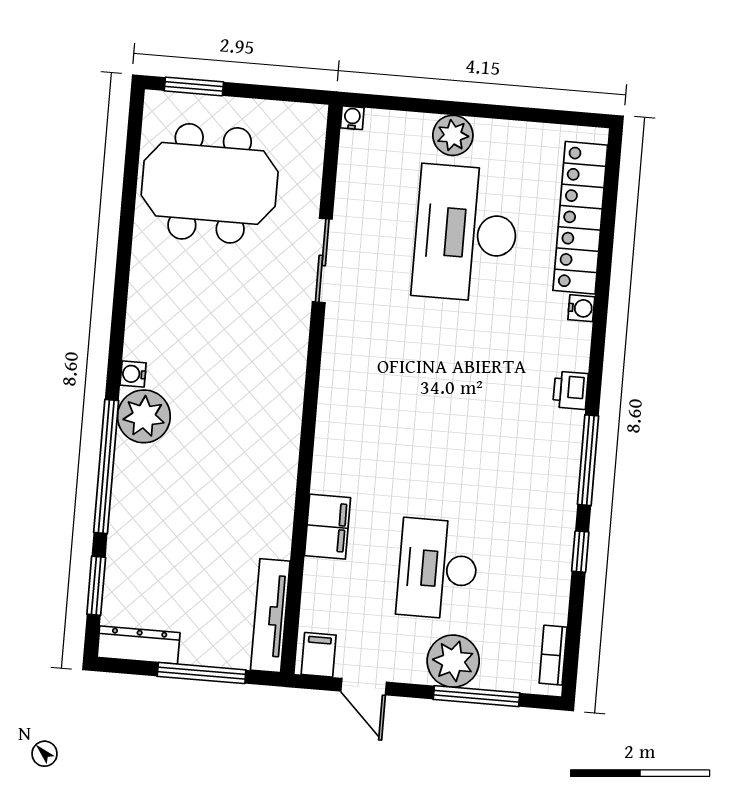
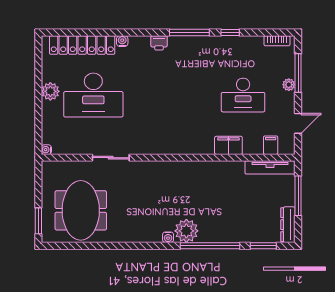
plant: (453, 135) -> (50, 91), moved
filing cabinet: (319, 655) -> (271, 145), moved, turned 90
plant: (453, 661) -> (289, 85), width x0.53, depth x0.53

